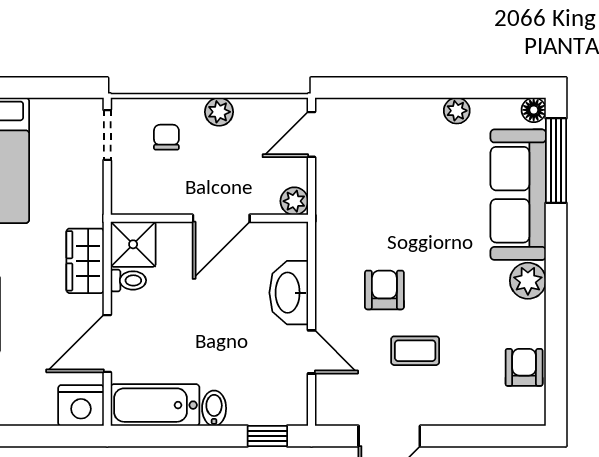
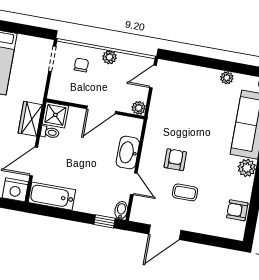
armchair: (524, 367) -> (237, 210), turned -90
bidet: (214, 408) -> (121, 210), moved

